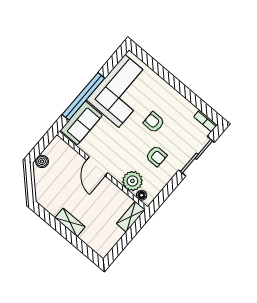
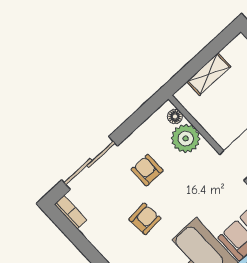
armchair: (154, 122) -> (145, 219), turned -94
shelving: (131, 217) -> (209, 74), moved

